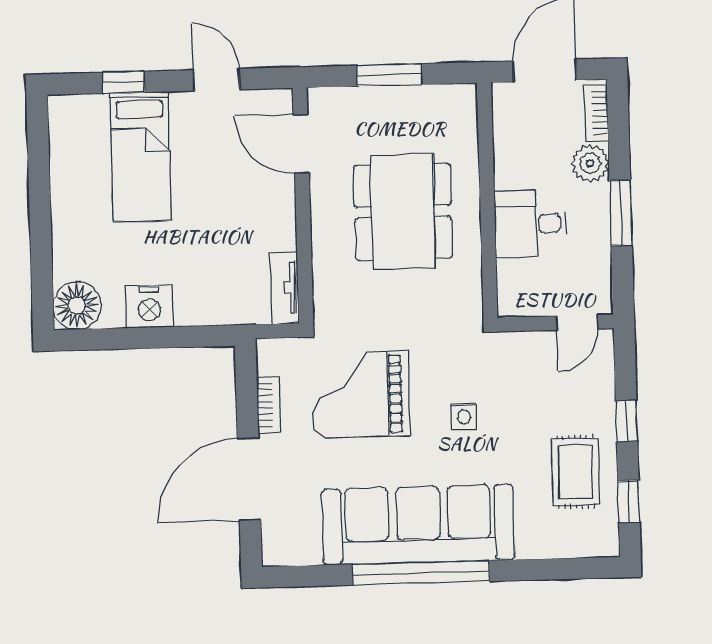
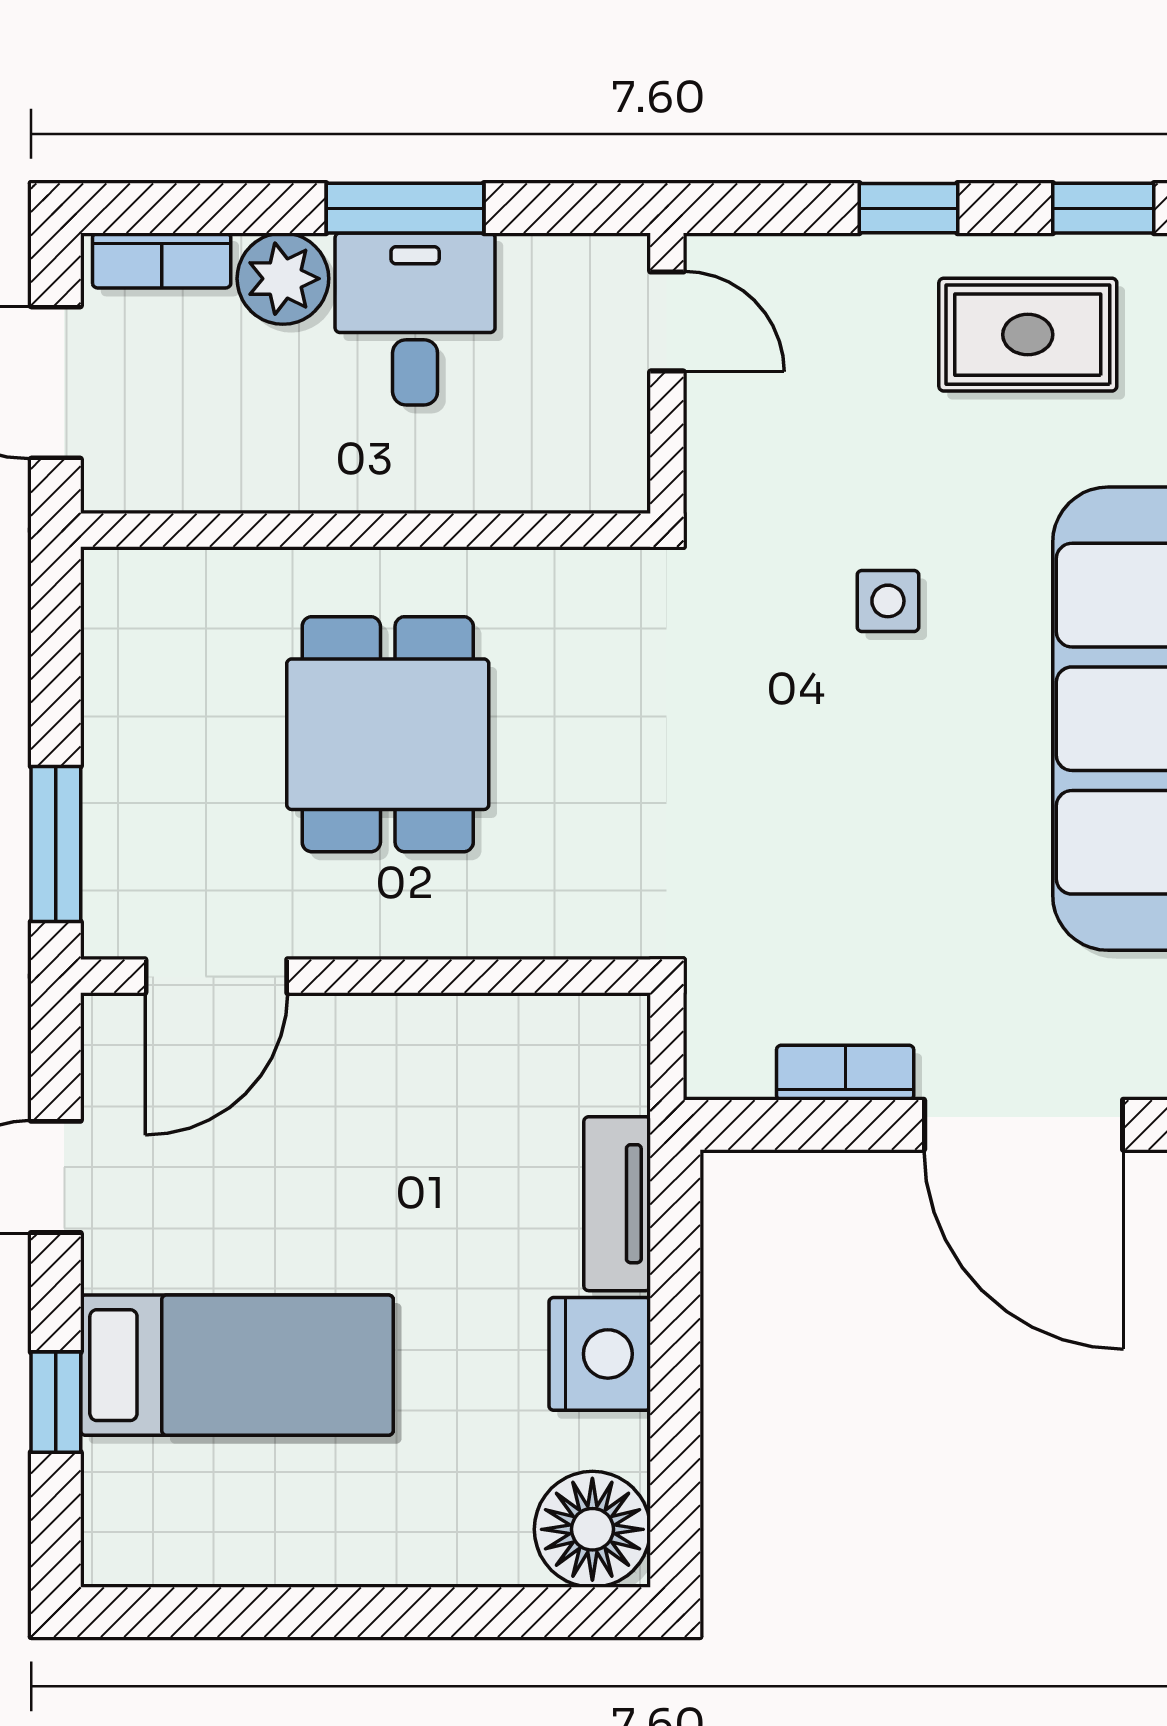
window: (389, 75) -> (56, 844), moved
dining table: (403, 212) -> (388, 734), width x0.73
desk: (530, 224) -> (415, 319), moved, turned 180
tv unit: (285, 288) -> (617, 1204), moved, turned 90
grand piano: (360, 395) -> (827, 851), removed

